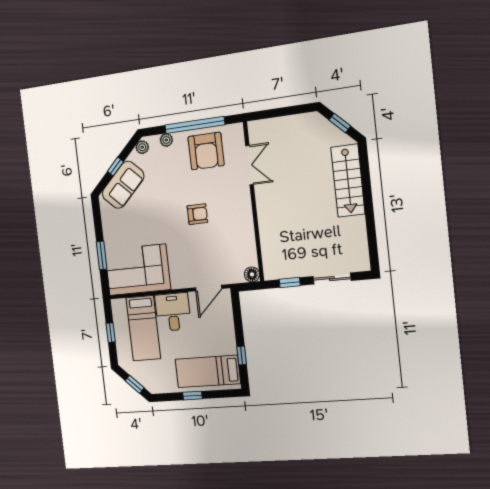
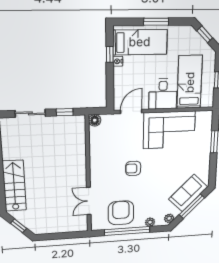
window: (115, 167) -> (192, 206), width x2.17
corner sofa: (137, 270) -> (169, 130), moved
nightstand: (231, 348) -> (118, 61), added
window: (192, 396) -> (156, 22), width x1.50

